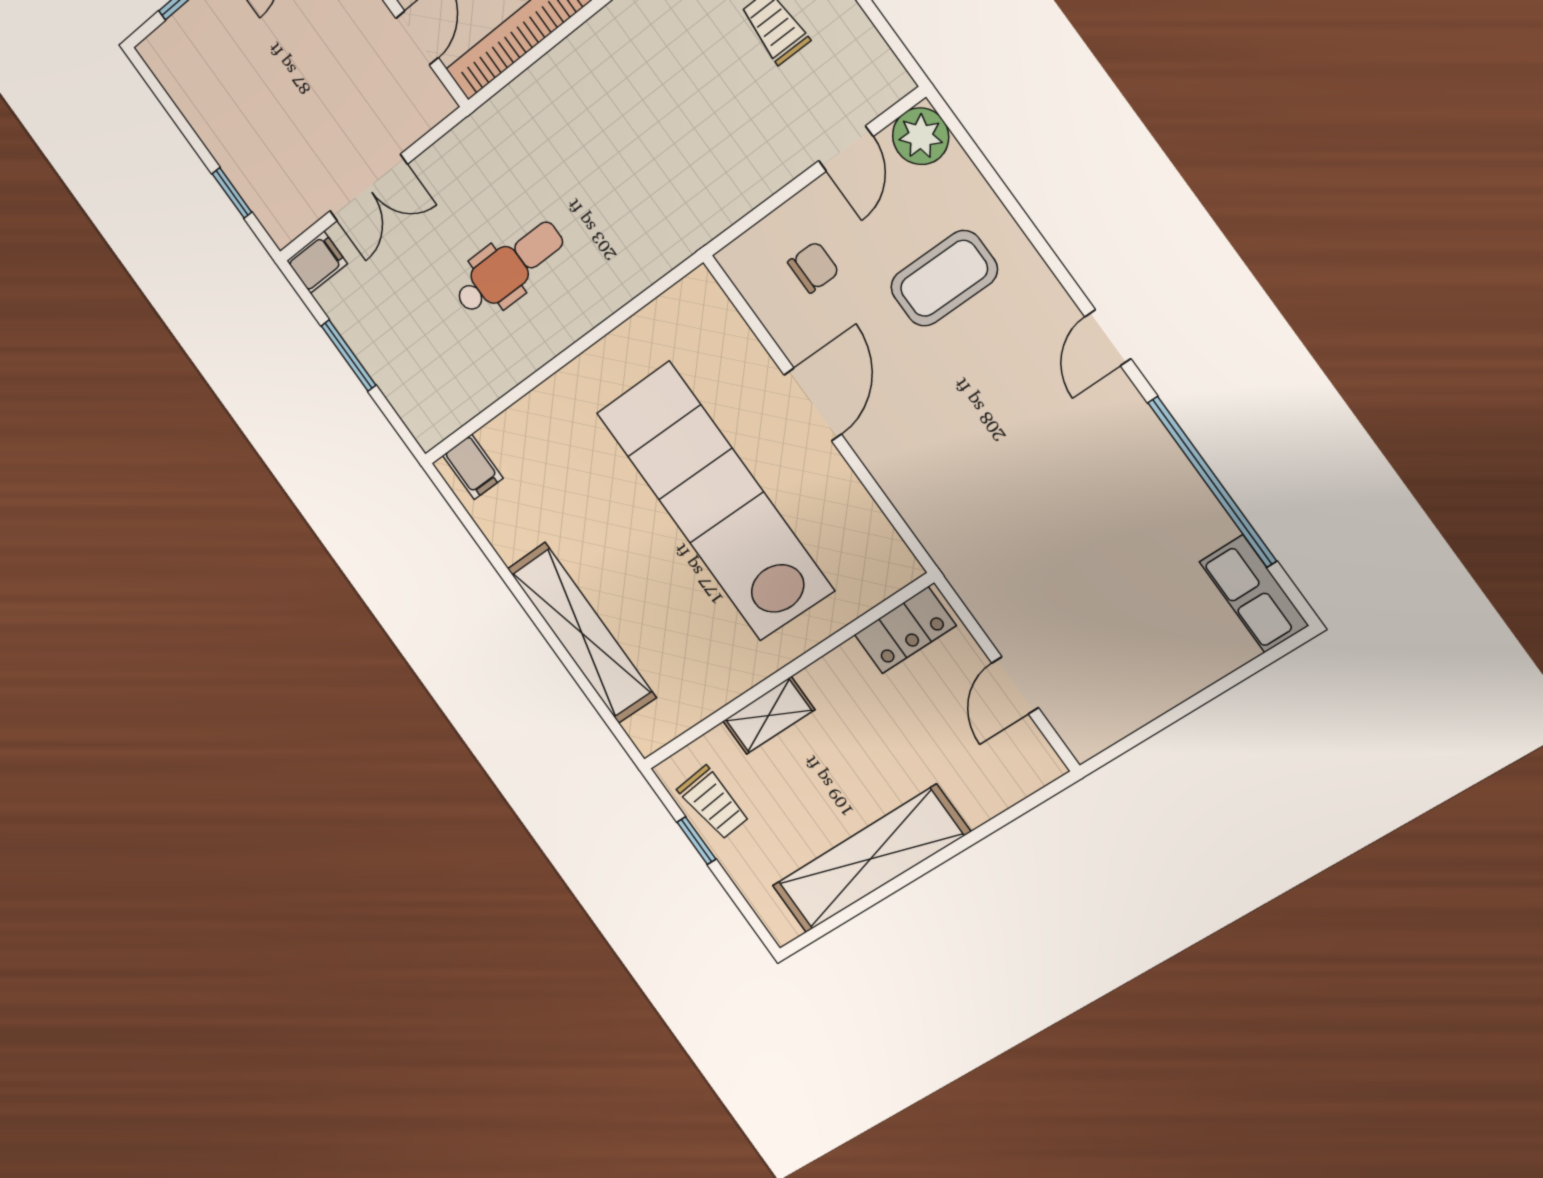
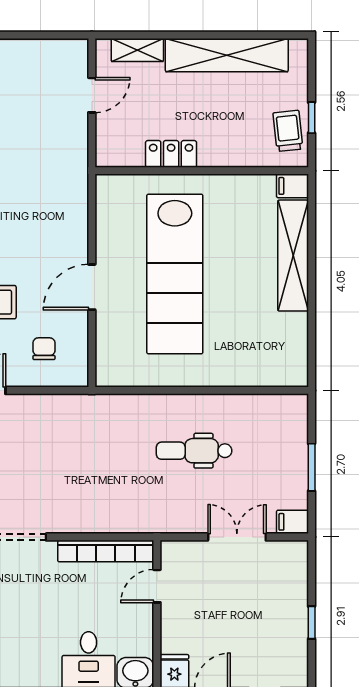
window: (232, 193) -> (312, 623), moved
chair: (813, 267) -> (44, 349), turned 90
filing cabinet: (473, 467) -> (292, 186), moved, turned -90
locker: (905, 630) -> (171, 154), moved
shelving: (769, 715) -> (137, 50), moved

